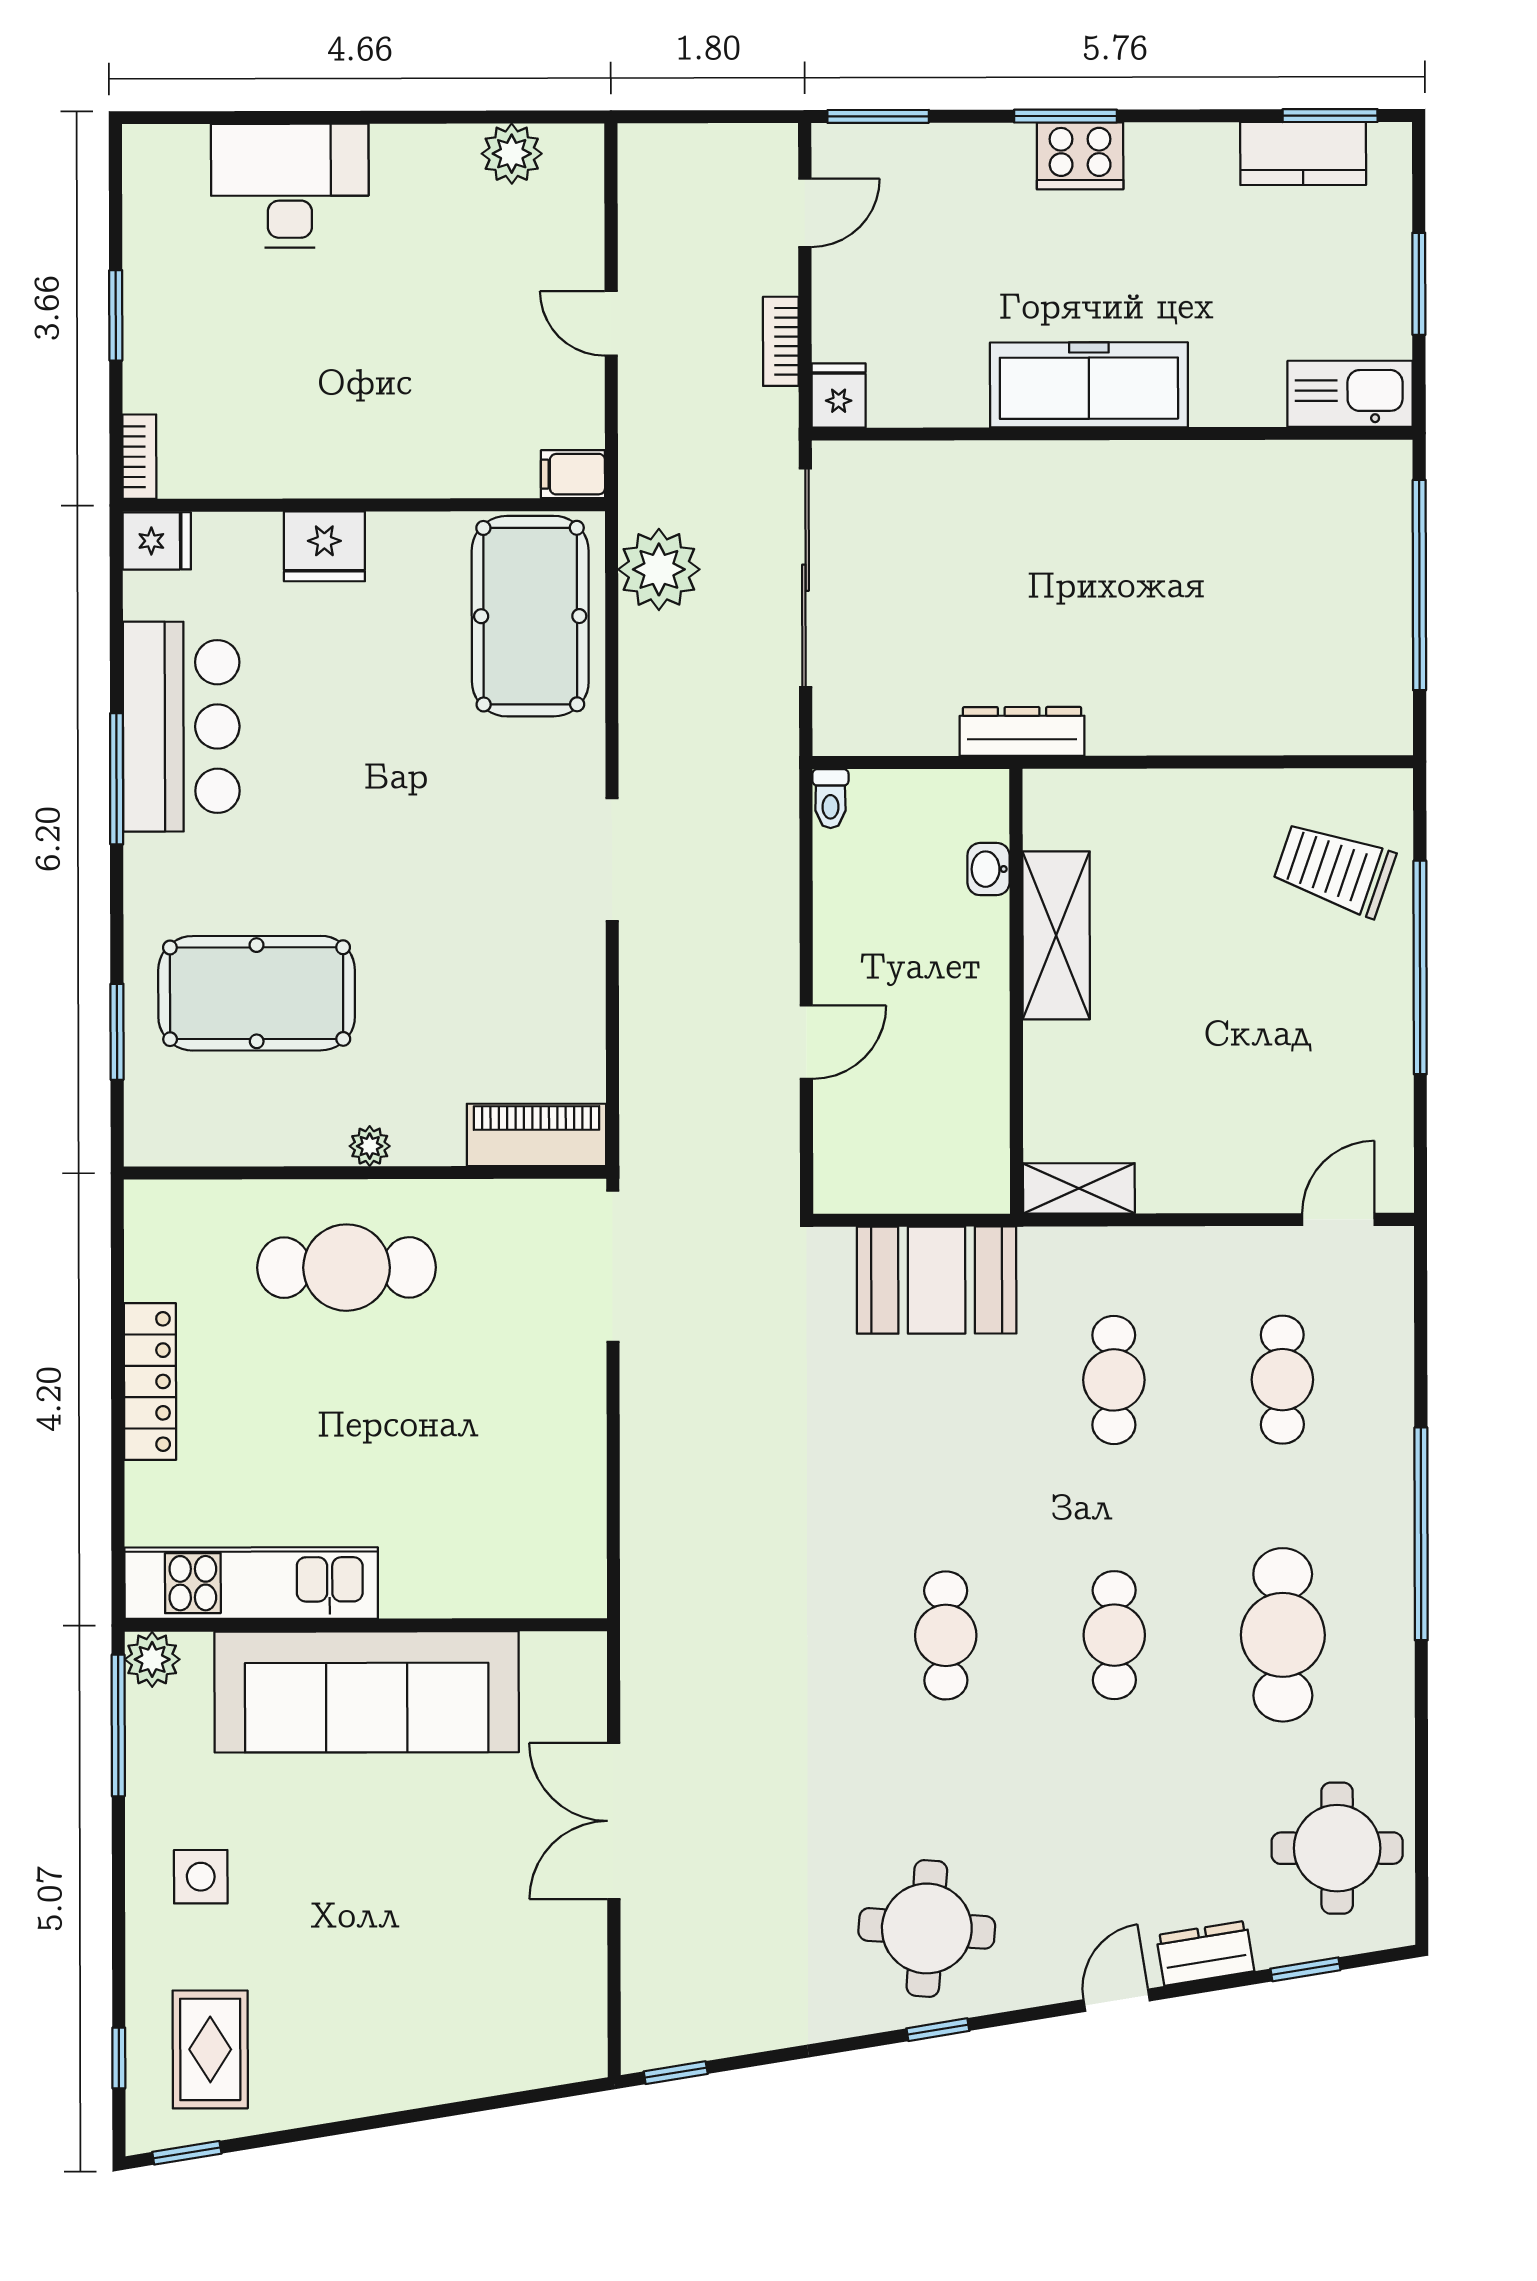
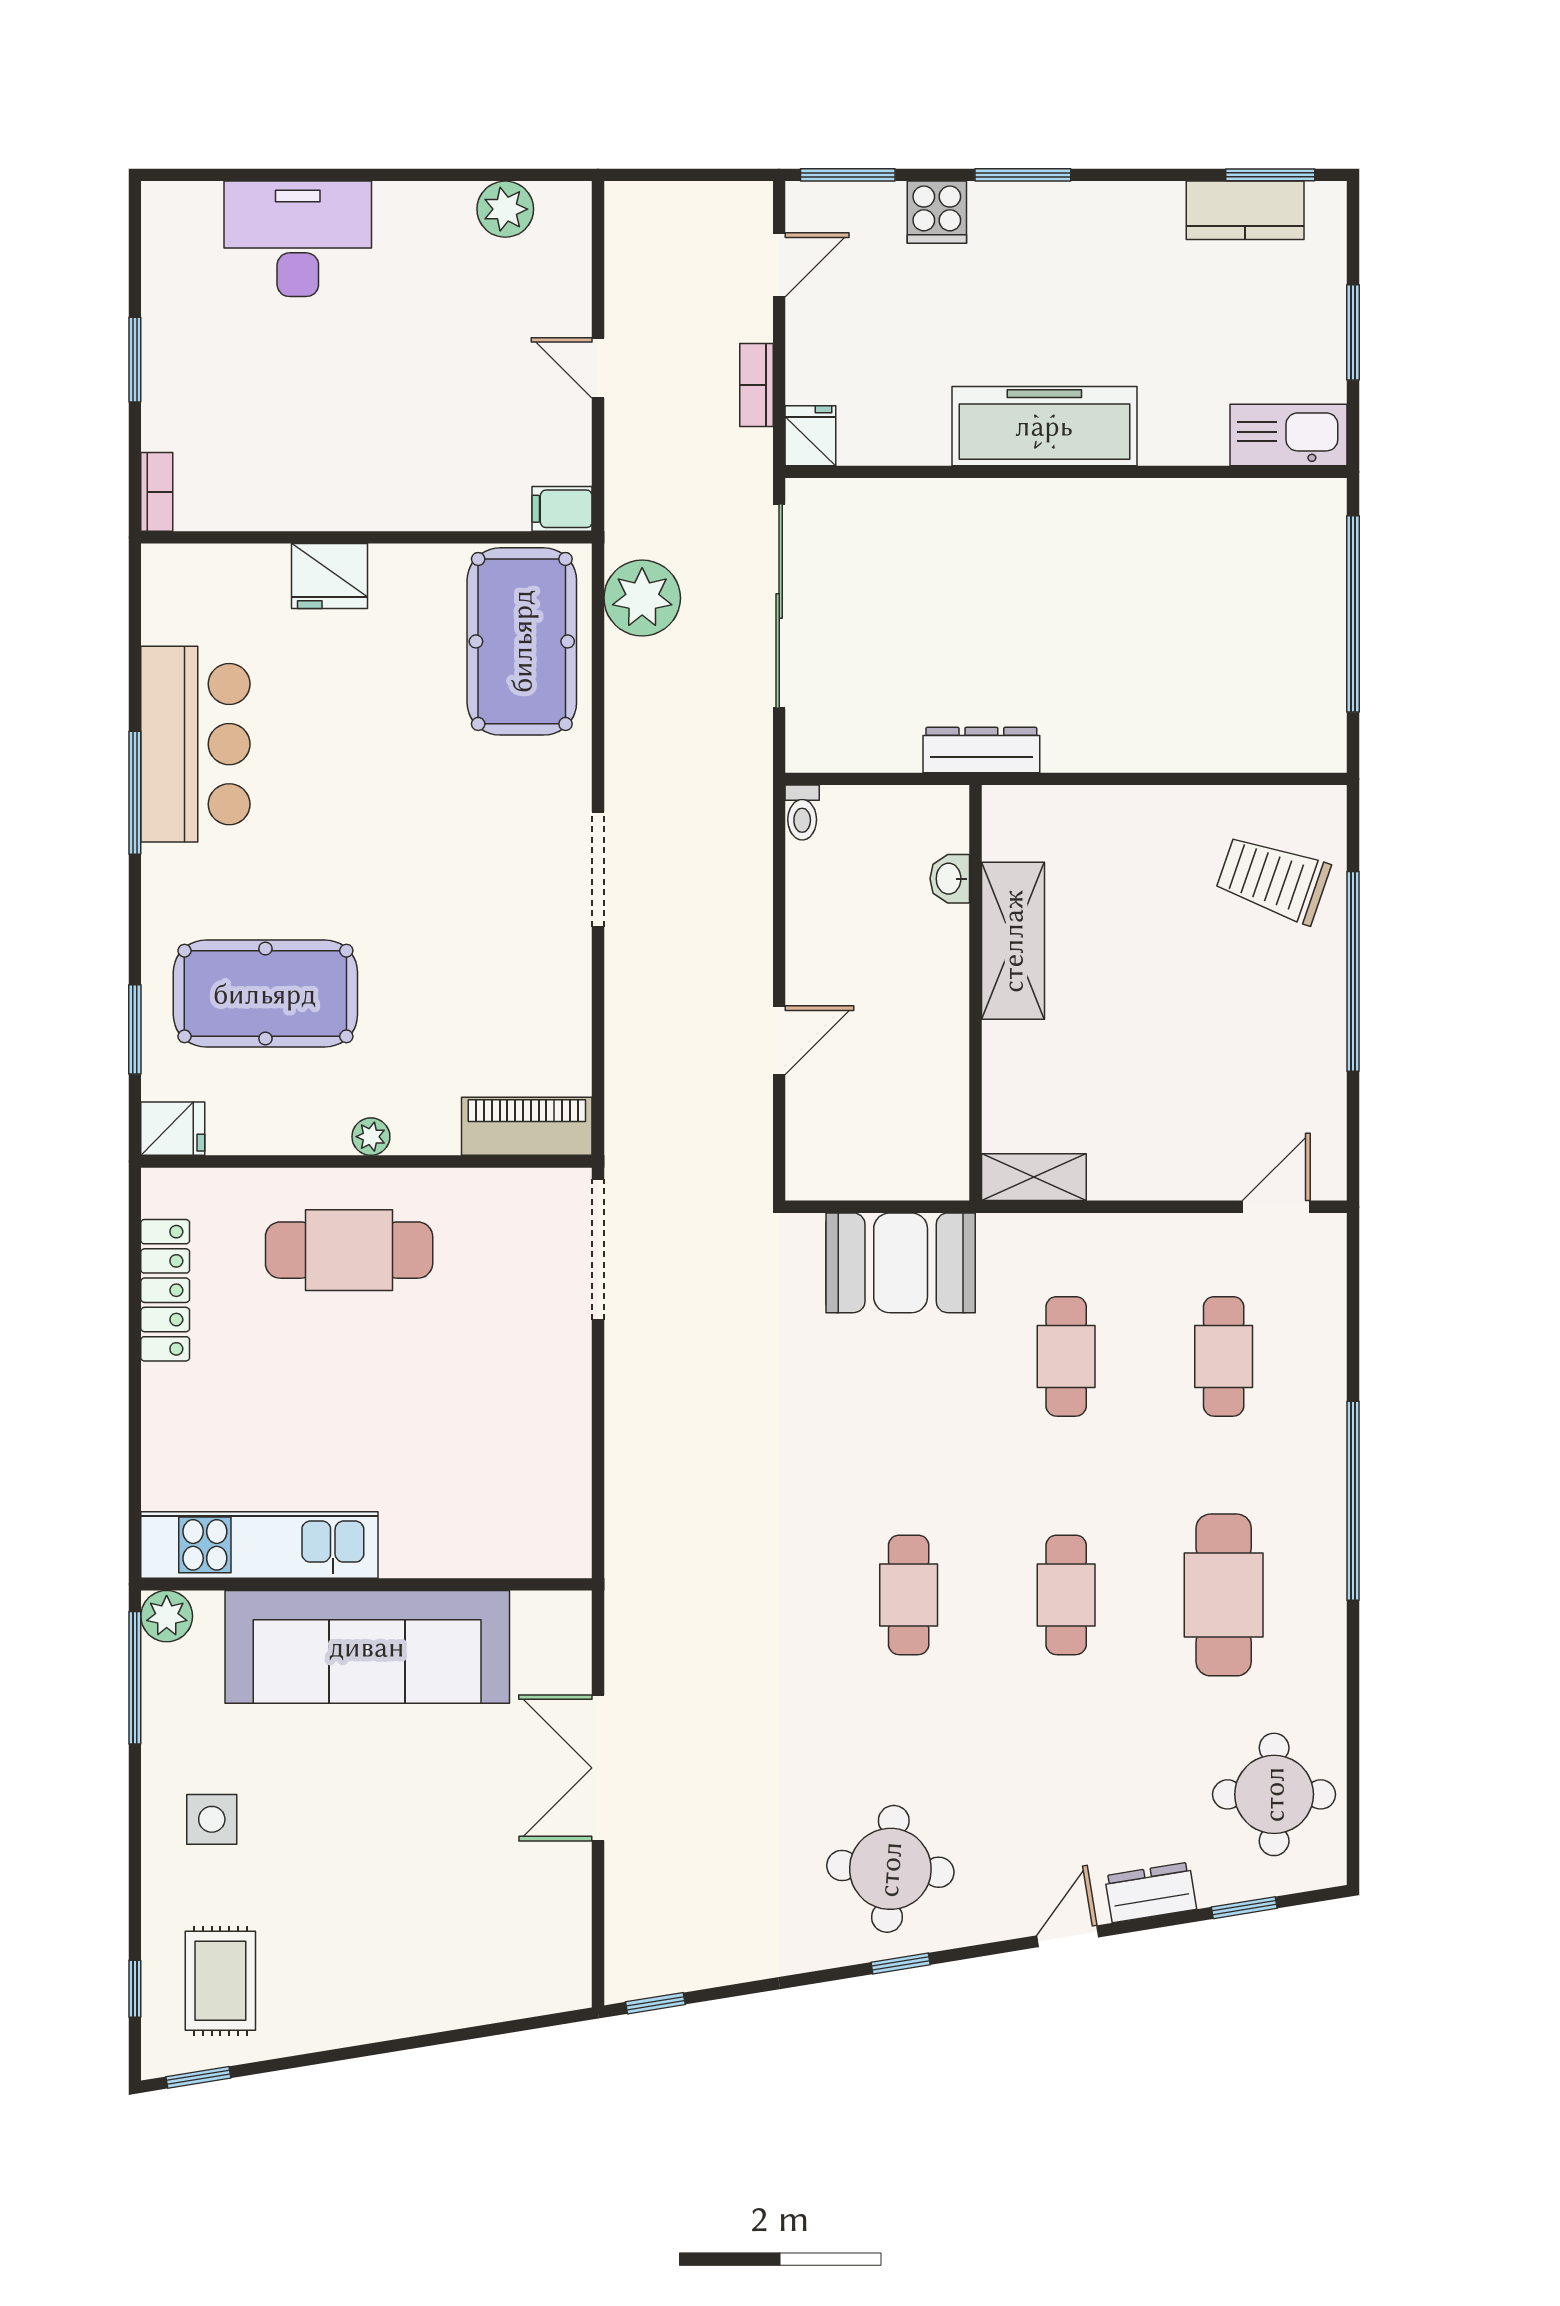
cooker: (1080, 156) -> (937, 212), moved, width x0.73
fridge: (157, 541) -> (173, 1129), moved
locker: (150, 1382) -> (165, 1290), moved

